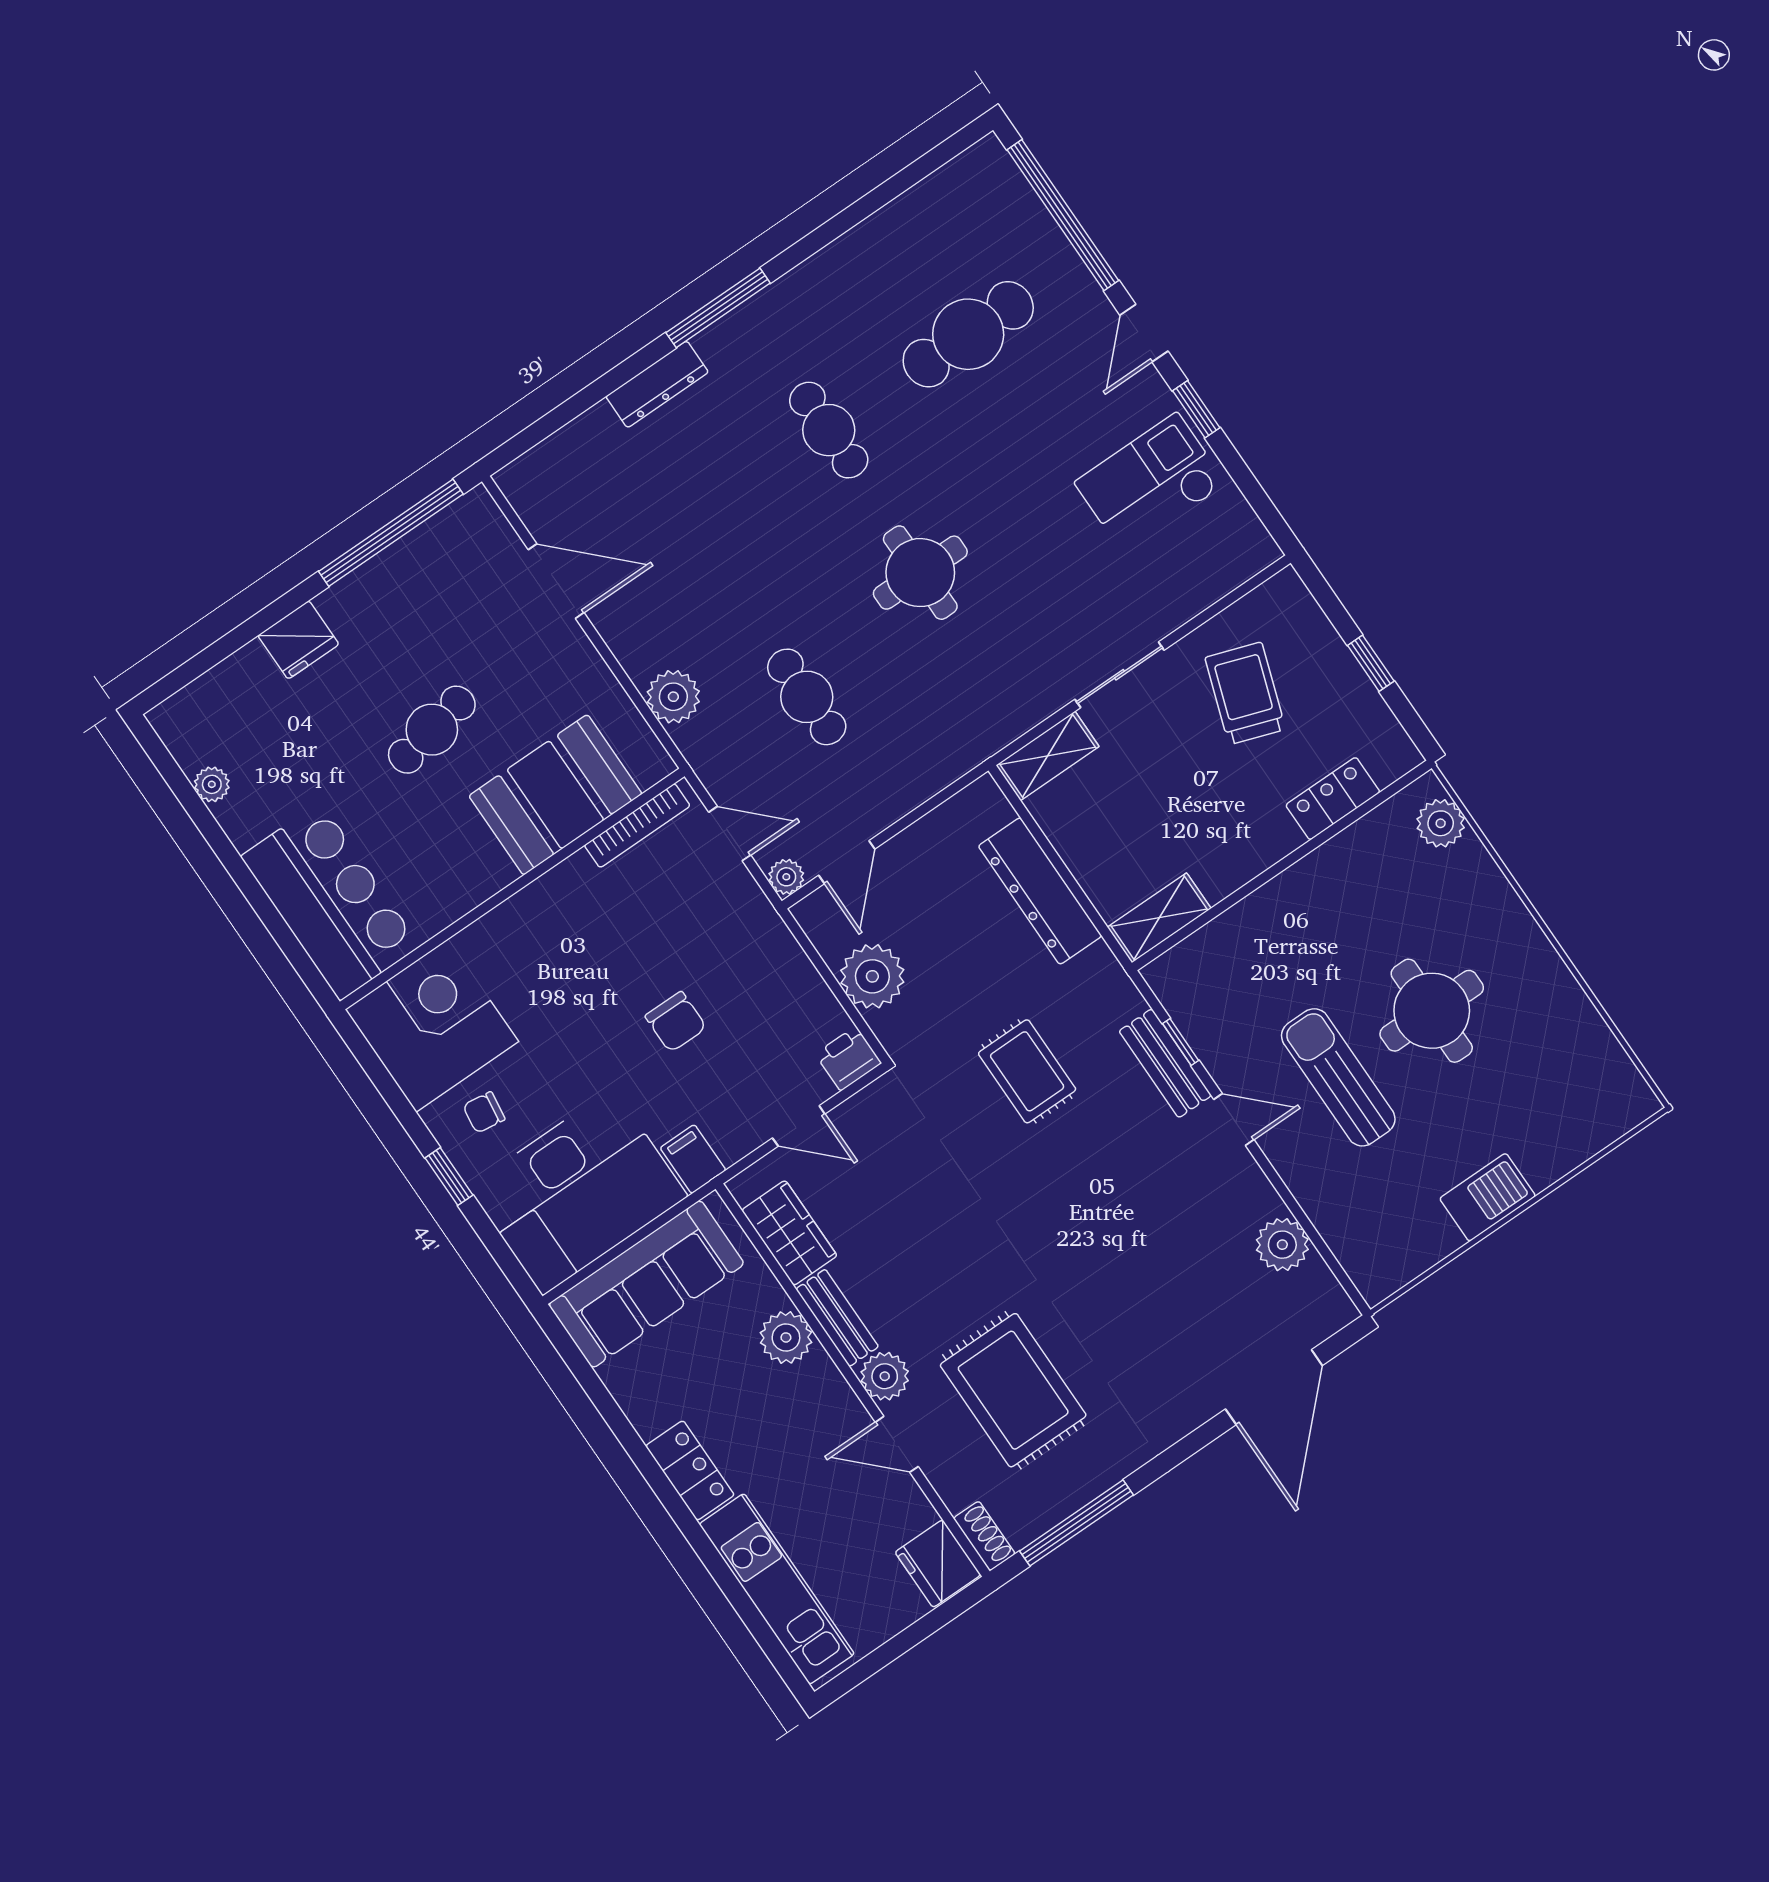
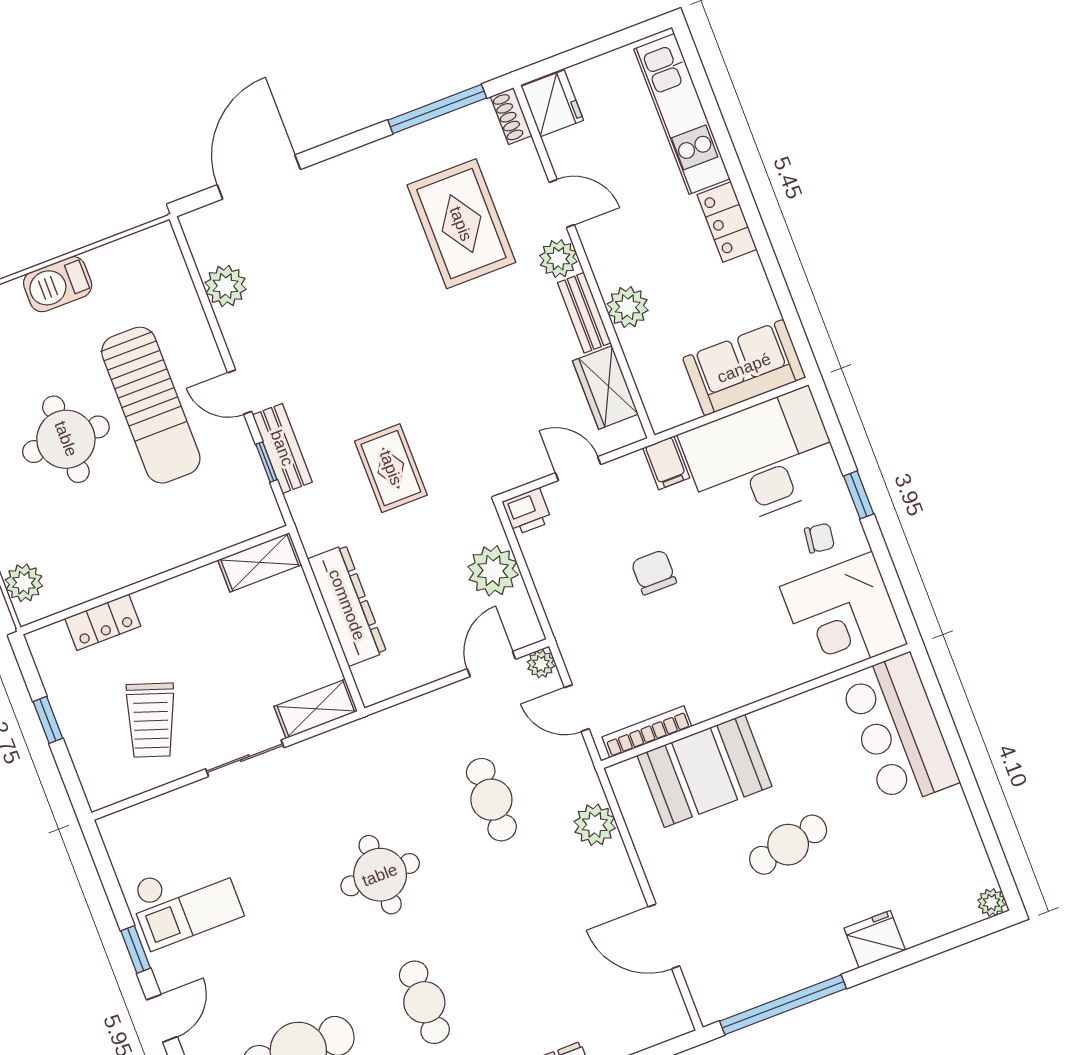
plant: (212, 784) -> (991, 902), moved
sun lounger: (1338, 1077) -> (151, 405), width x1.36, depth x1.34
sofa: (646, 1284) -> (744, 368), width x0.73

